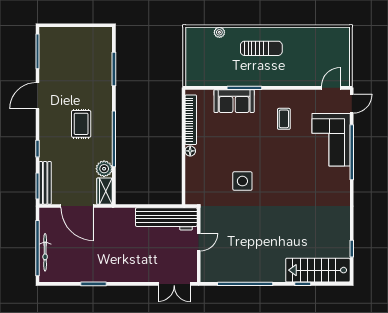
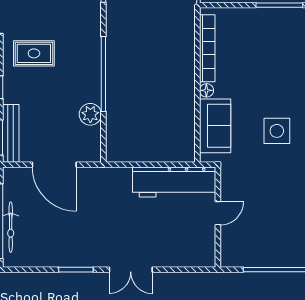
sofa: (234, 101) -> (215, 126), moved, turned -90
rug: (81, 124) -> (34, 53), moved, turned 90
wardrobe: (105, 191) -> (91, 145), removed
double door: (174, 284) -> (131, 270), moved

